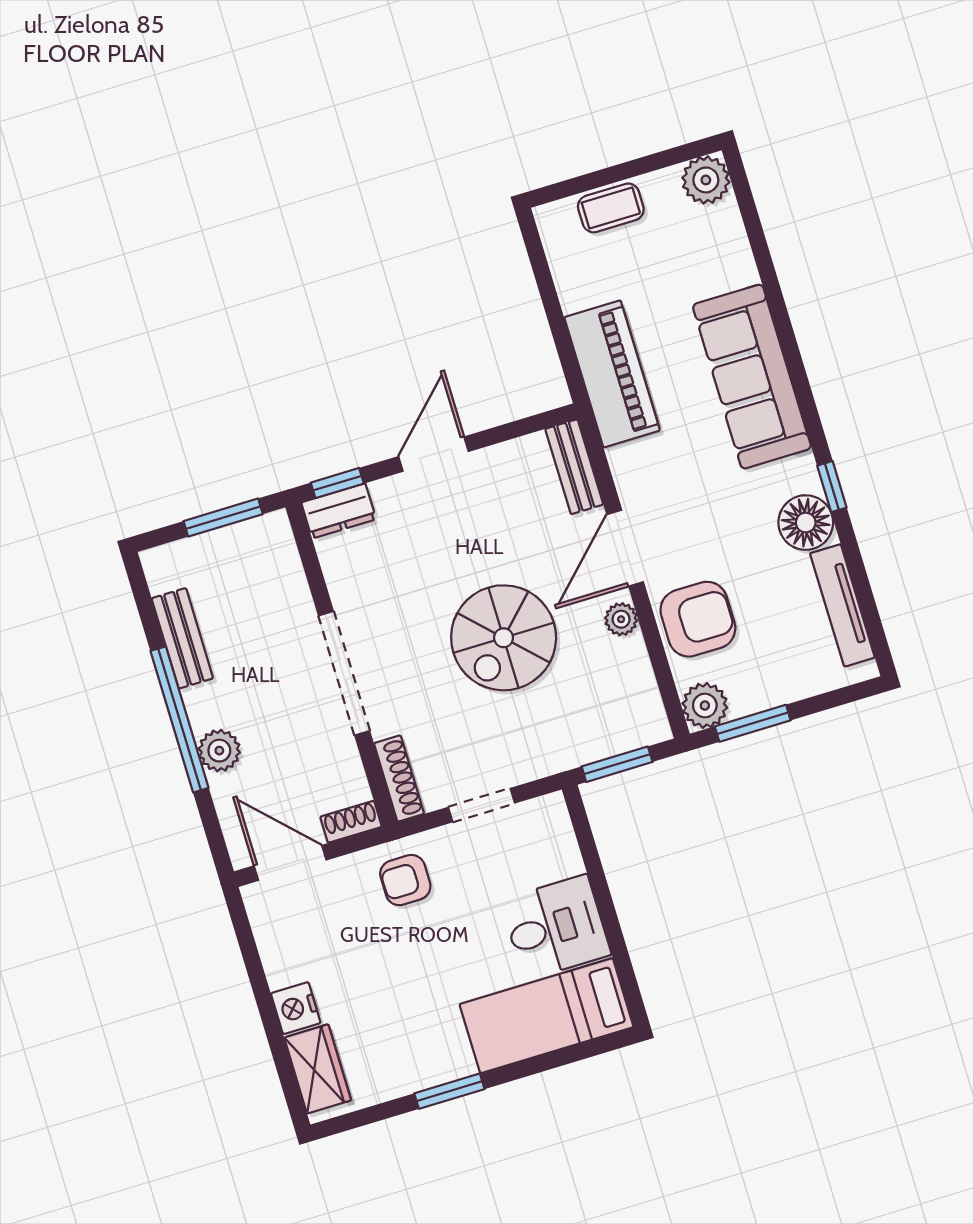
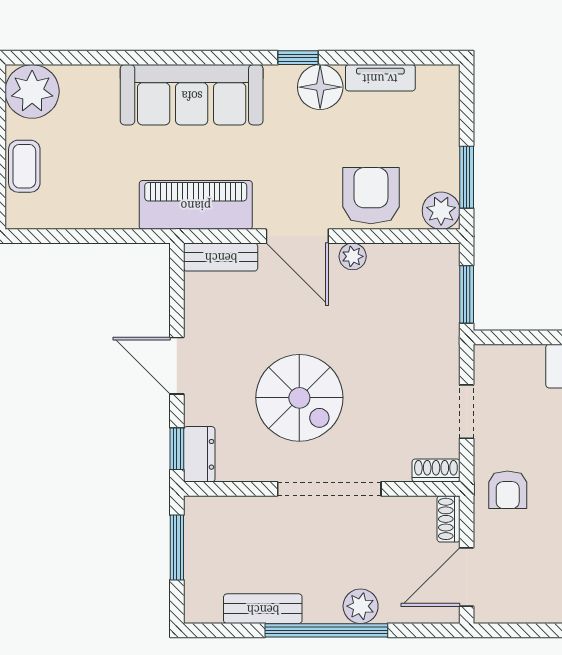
plant: (706, 180) -> (32, 91), width x1.36, depth x1.36
piano: (612, 374) -> (196, 205), moved
tv unit: (842, 605) -> (380, 78), width x0.71
spiral stairs: (504, 638) -> (299, 398), moved
shoe rack: (399, 779) -> (436, 471), width x0.70

